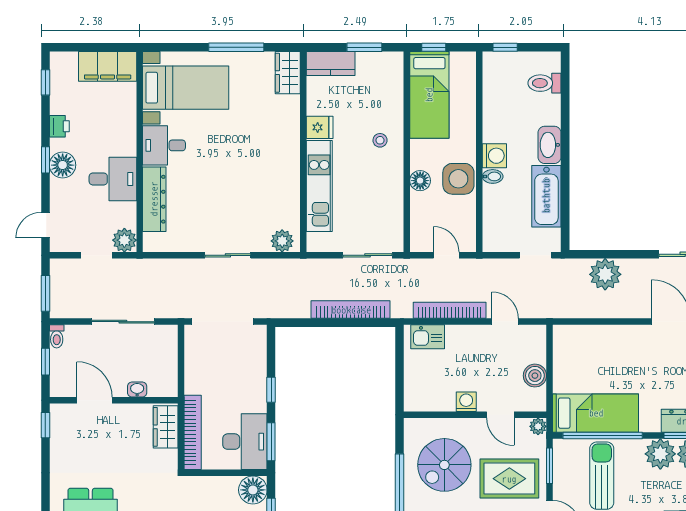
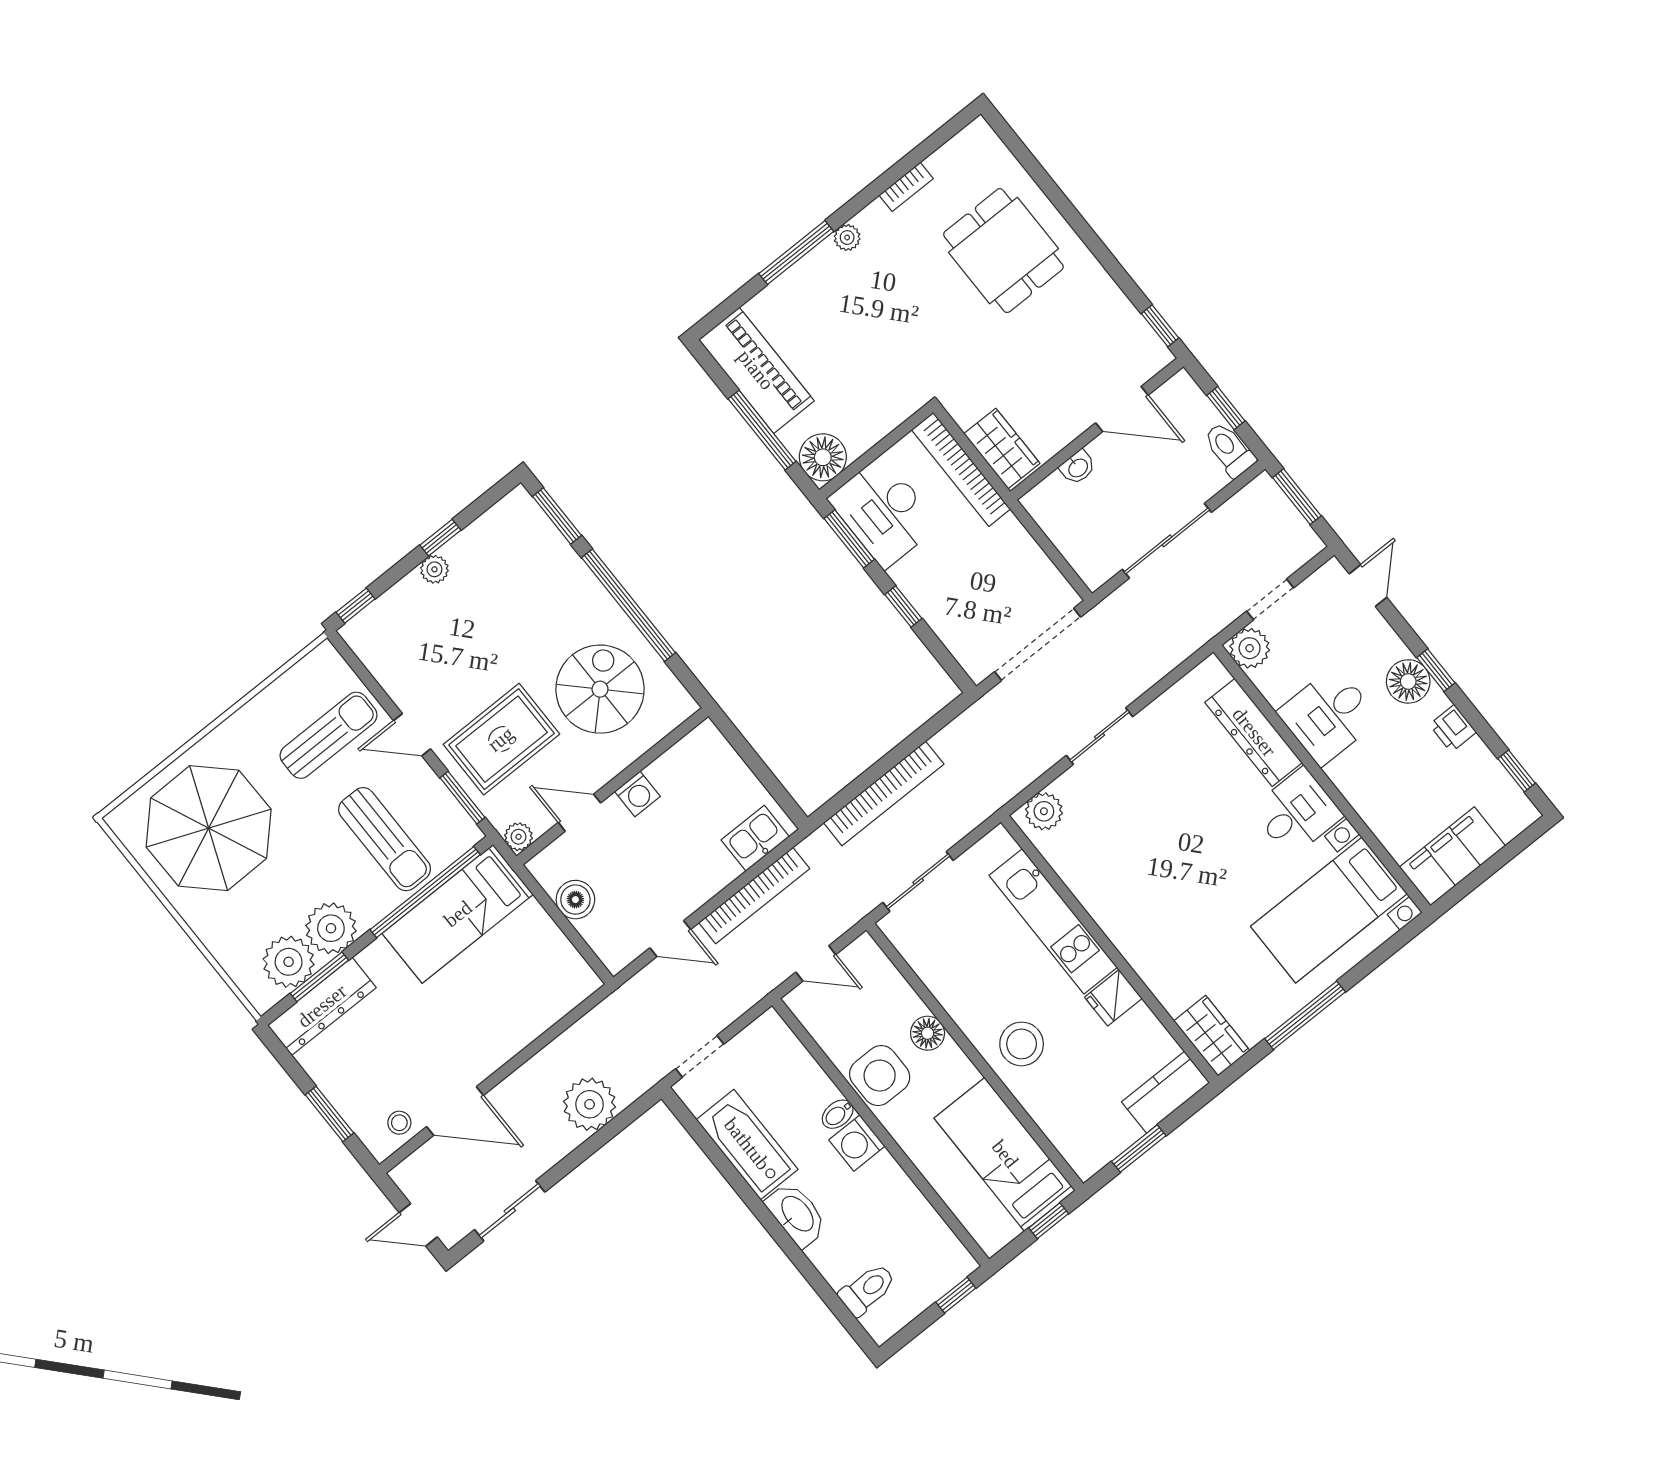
stool: (380, 140) -> (1022, 1044), width x1.89, depth x1.89
toilet: (57, 336) -> (1229, 450), width x1.37, depth x1.39

